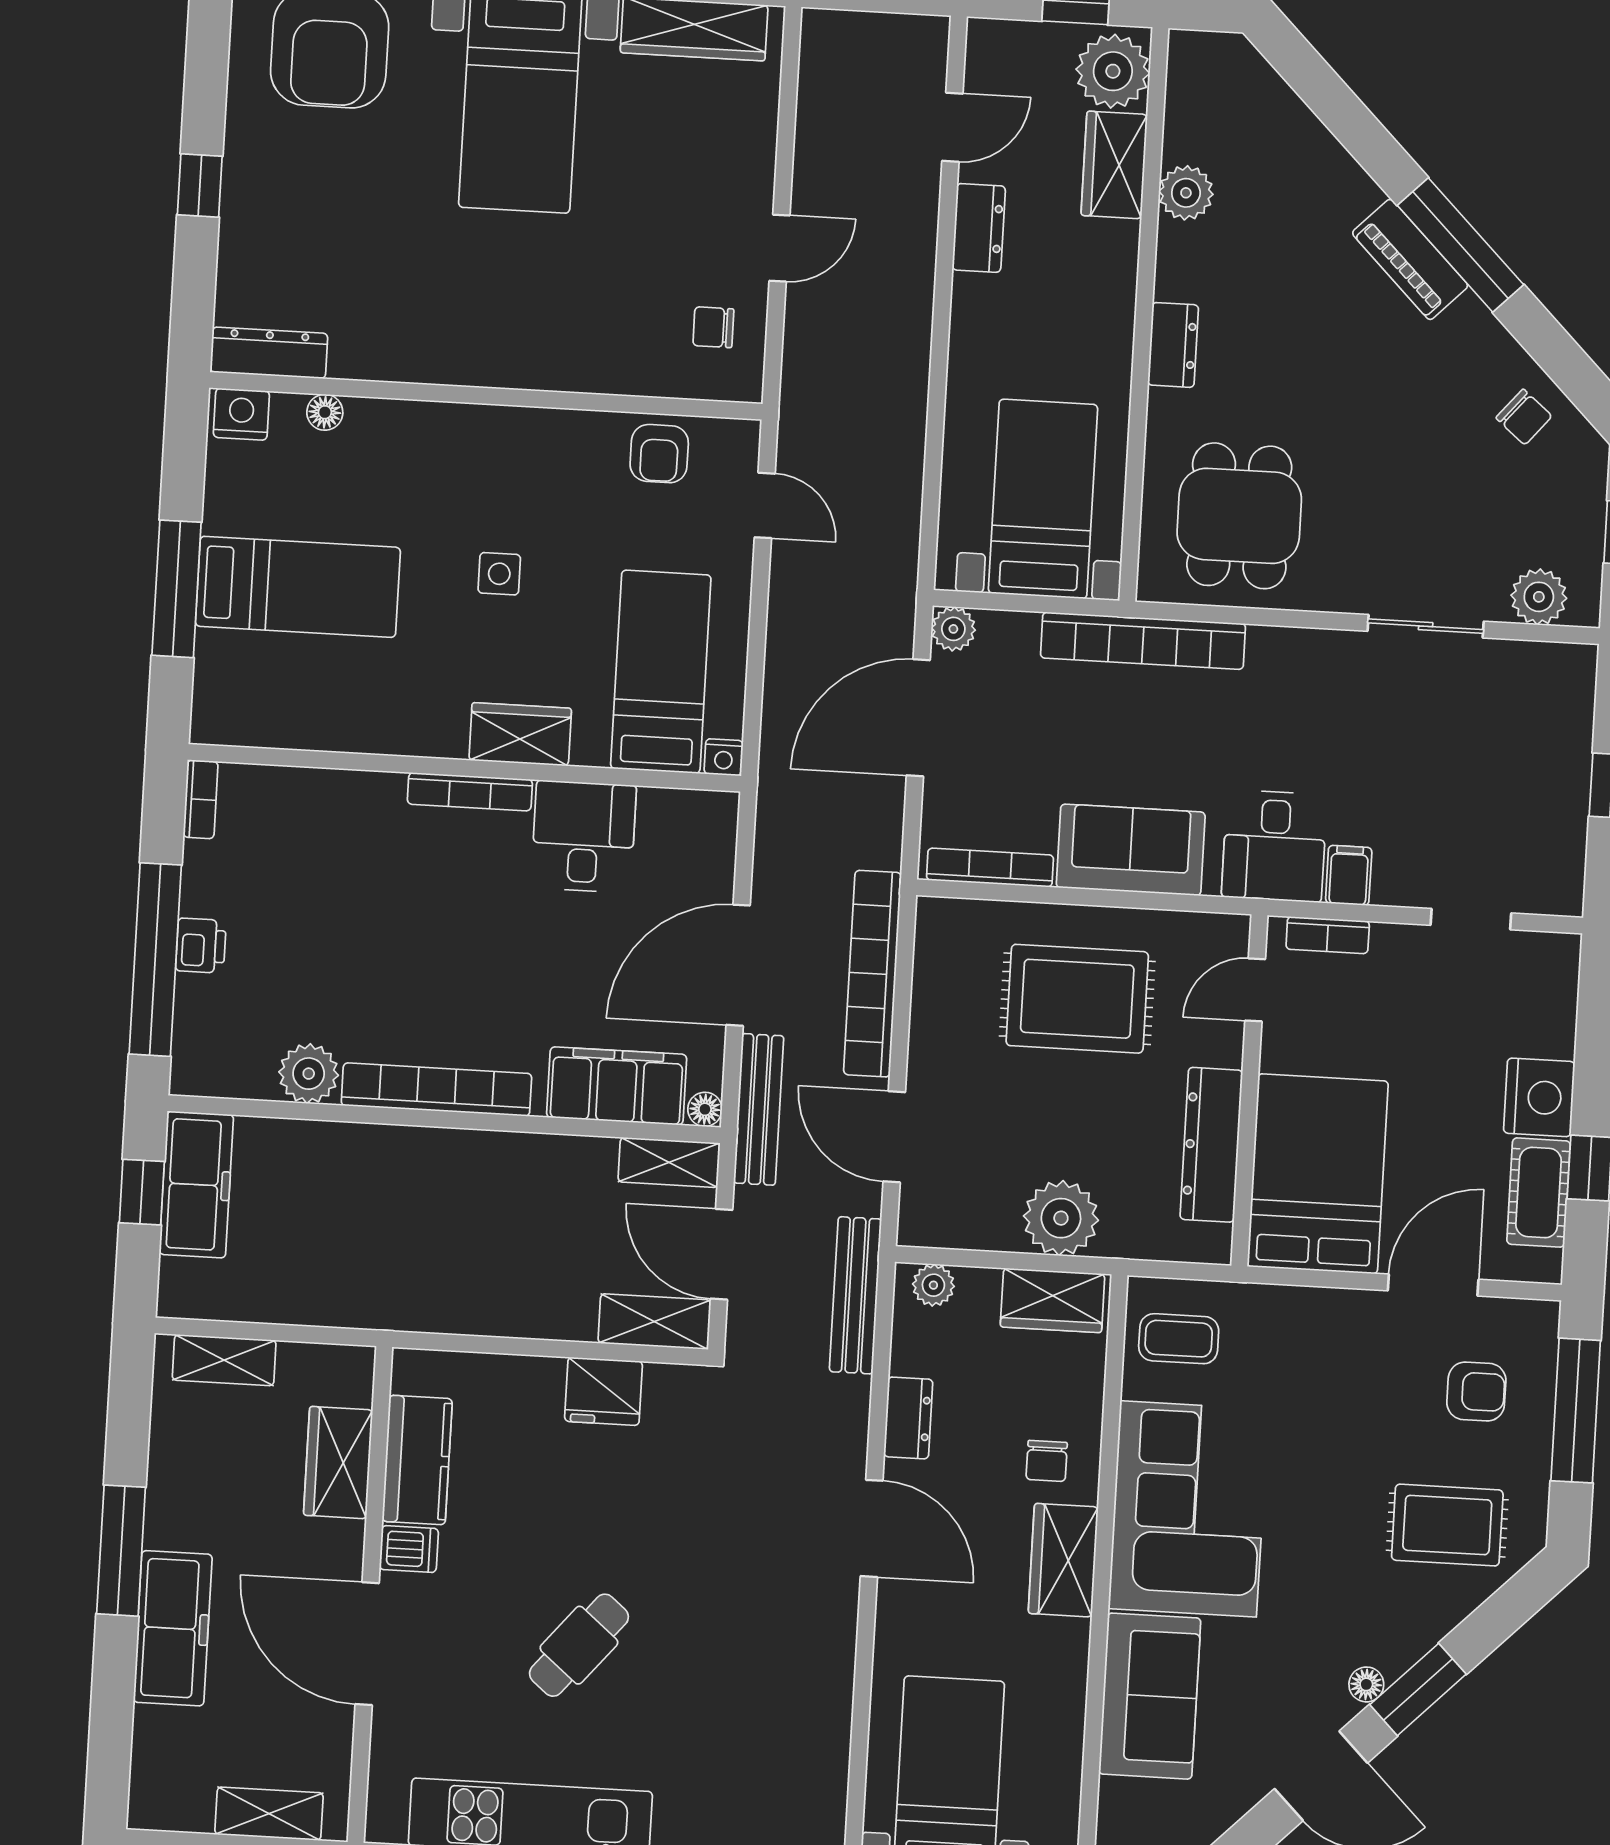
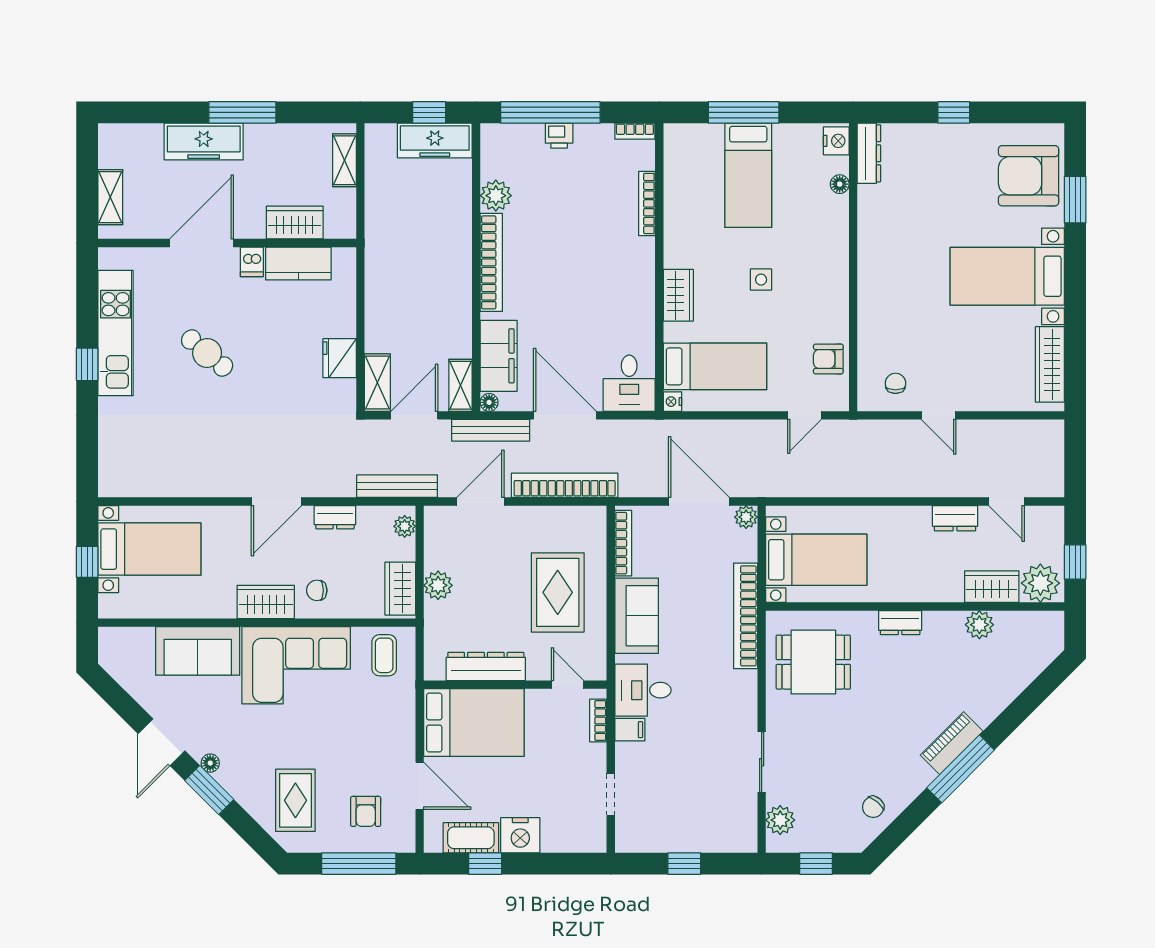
bookcase: (470, 792) -> (647, 203), moved
desk: (584, 837) -> (629, 383), moved, turned 90
plant: (1061, 1218) -> (438, 585), width x0.73, depth x0.73

